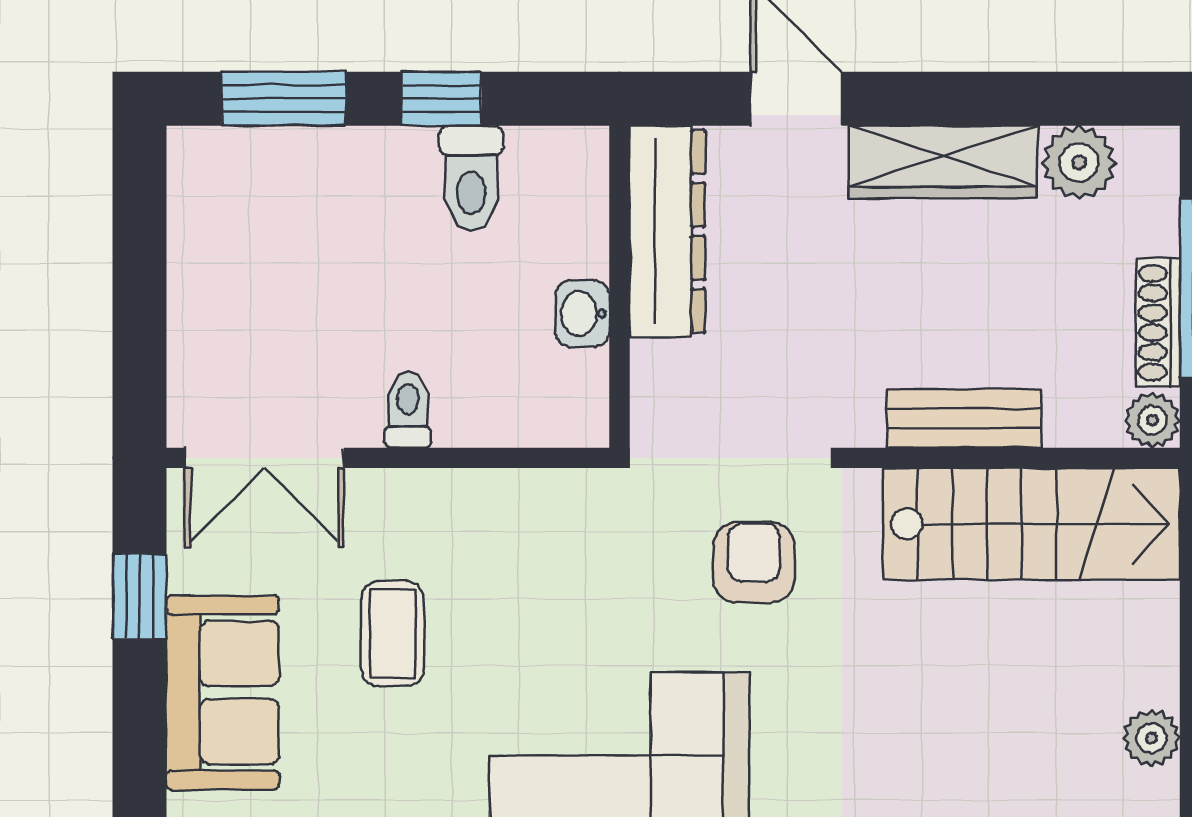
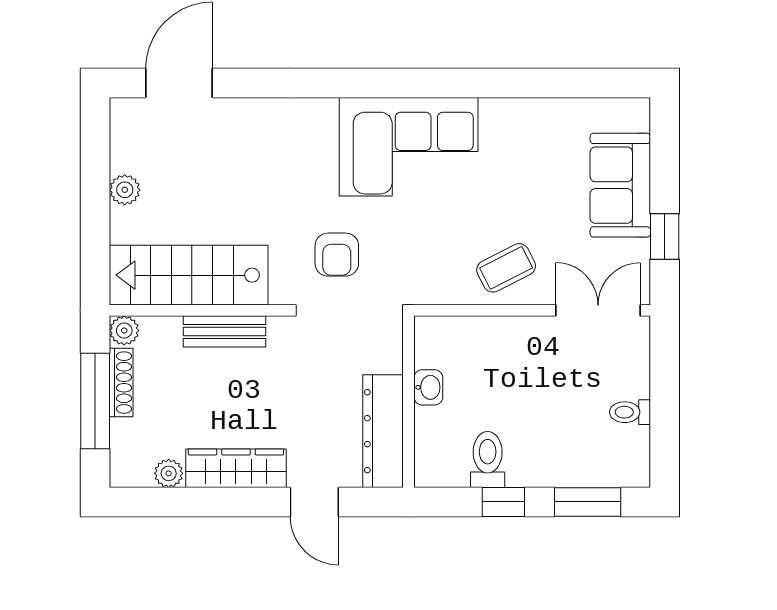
plant: (1079, 162) -> (169, 473), width x0.73, depth x0.73
toilet: (408, 410) -> (630, 412), moved, turned 90
coffee table: (393, 634) -> (506, 268), moved, turned 63
plant: (1151, 738) -> (125, 190), moved

